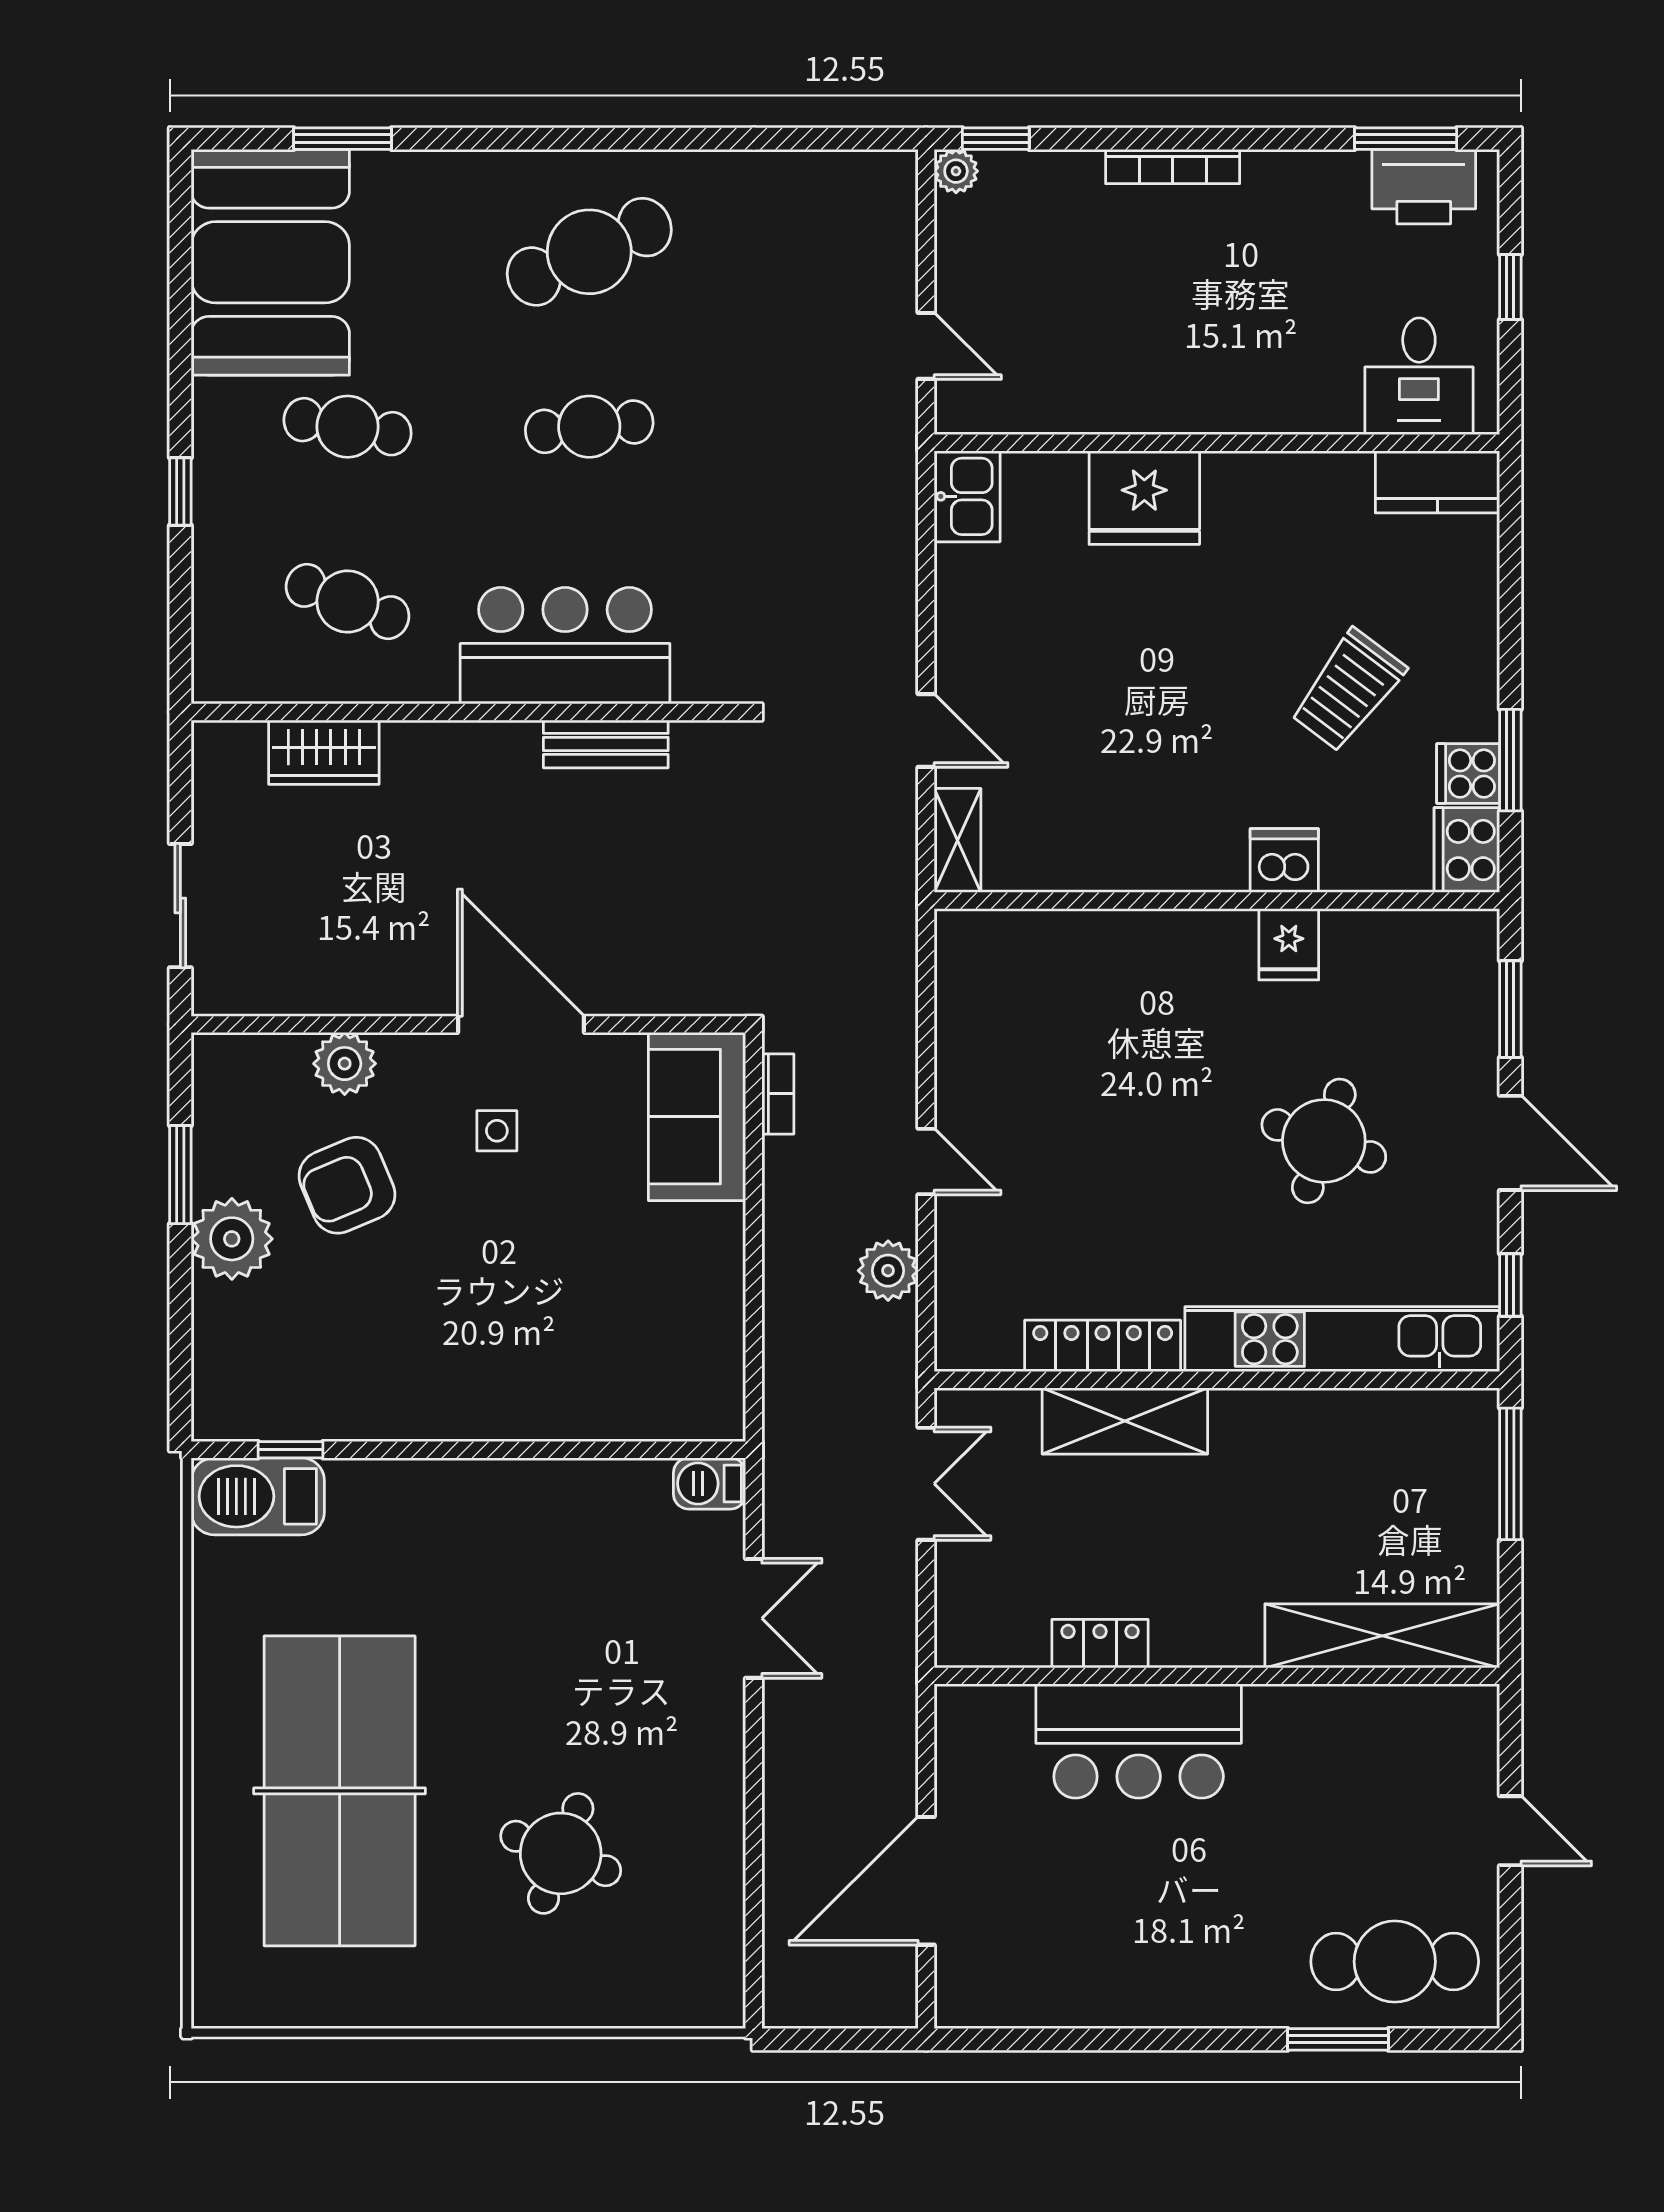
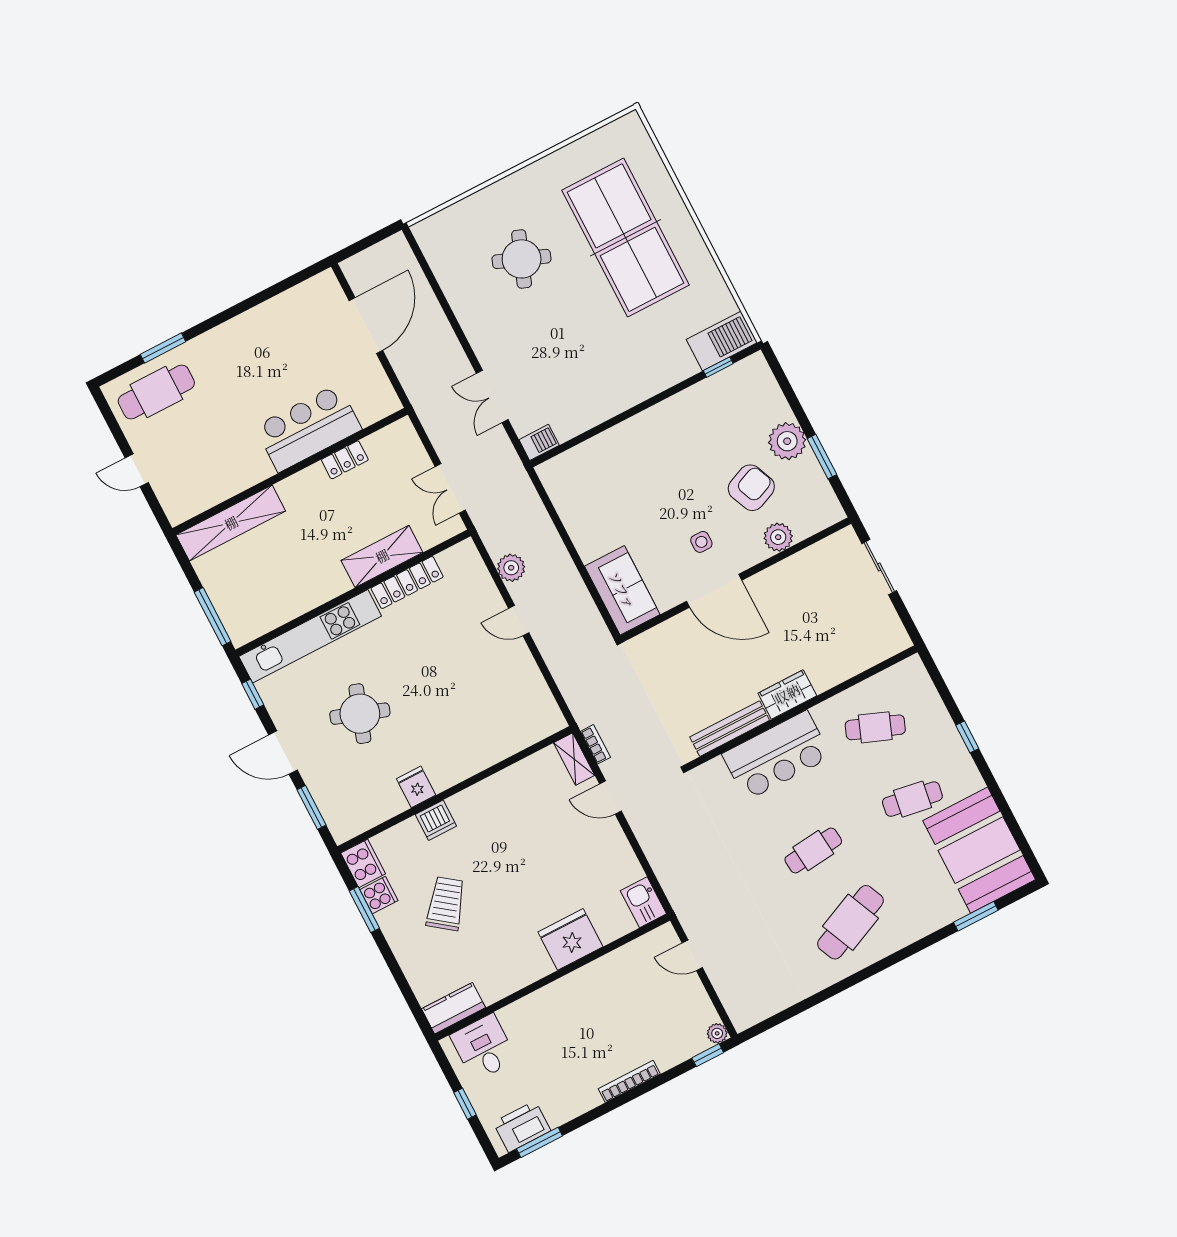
bench: (606, 744) -> (730, 729), width x1.36
wardrobe: (324, 752) -> (787, 694), moved
bookcase: (778, 1094) -> (595, 744), moved, turned 180

